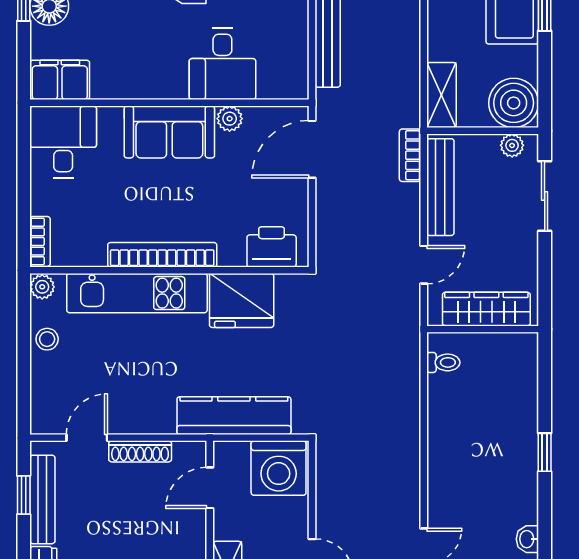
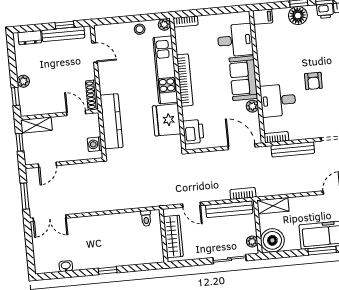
bookcase: (299, 75) -> (276, 137), added
filing cabinet: (60, 80) -> (263, 17), width x0.50
desk: (63, 142) -> (235, 40), moved
shoe rack: (140, 451) -> (92, 95), moved
washing machine: (279, 468) -> (95, 144), width x0.53, depth x0.53

